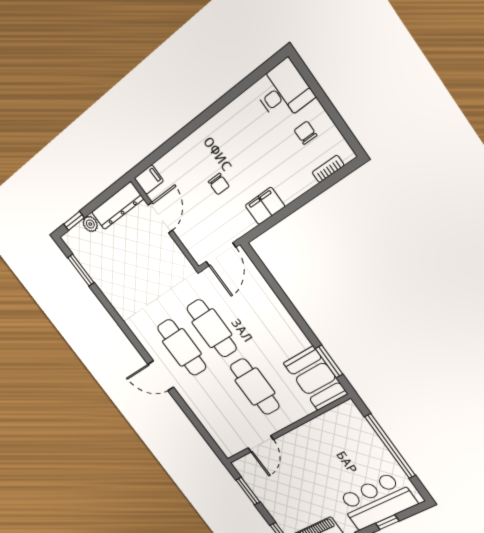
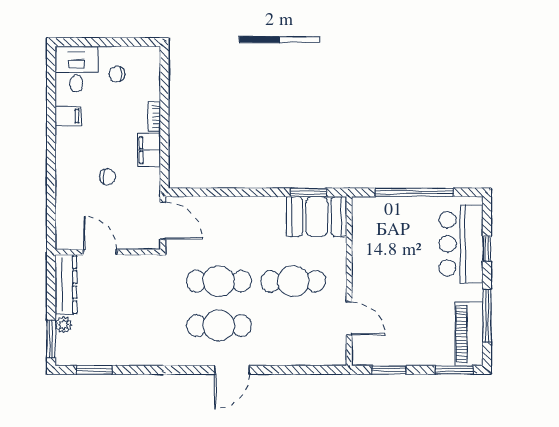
bookcase: (328, 169) -> (154, 117), moved
filing cabinet: (149, 180) -> (68, 116), moved, turned 90
window: (74, 221) -> (51, 339), width x1.50

